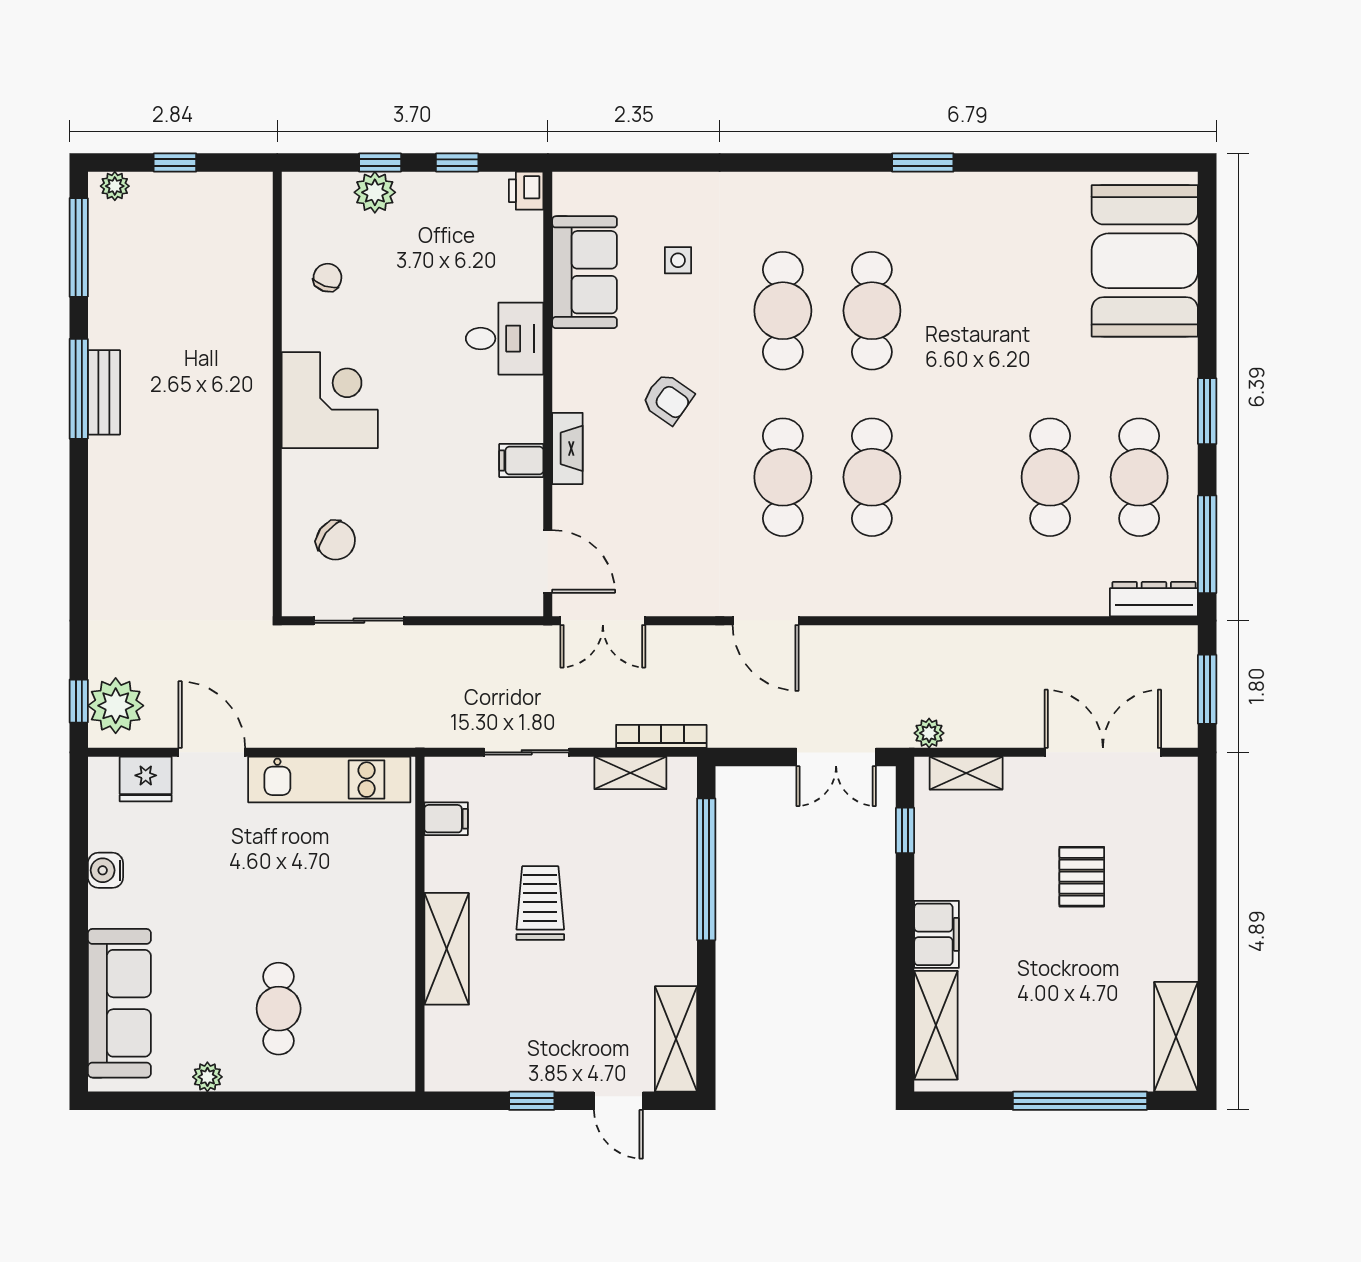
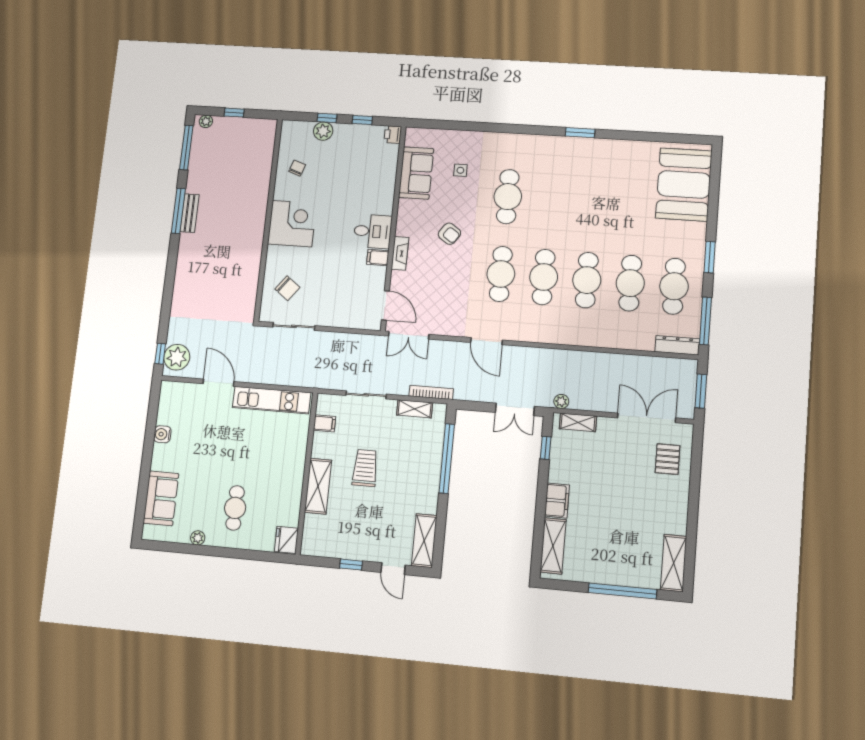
cafe table: (872, 311) -> (587, 280), moved
desk: (505, 339) -> (373, 231), moved
fridge: (146, 779) -> (286, 540), moved, turned 90
pallet: (1082, 877) -> (668, 459), moved
sofa: (119, 1003) -> (161, 498), width x0.73

